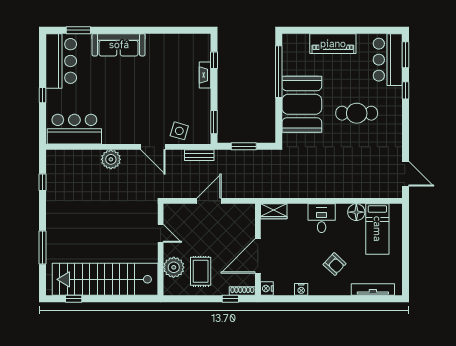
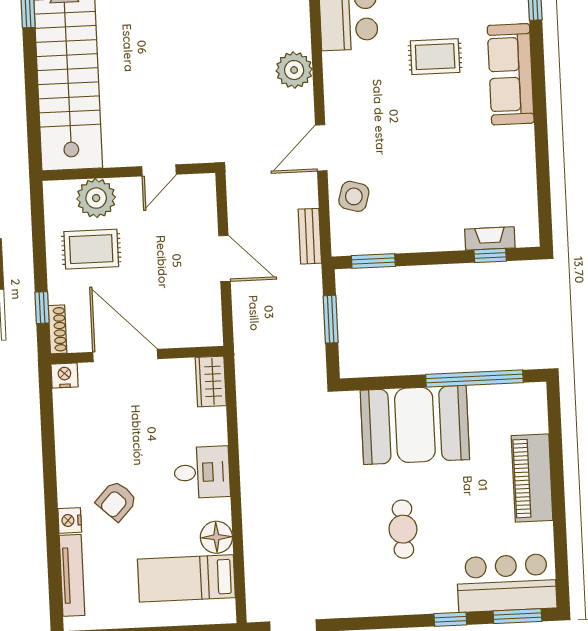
fireplace: (205, 75) -> (490, 238), moved
rug: (107, 84) -> (435, 57), added
cafe table: (357, 113) -> (403, 529), width x0.73, depth x0.74
nightstand: (301, 289) -> (70, 520), moved

